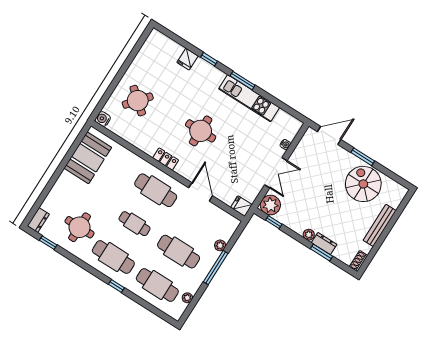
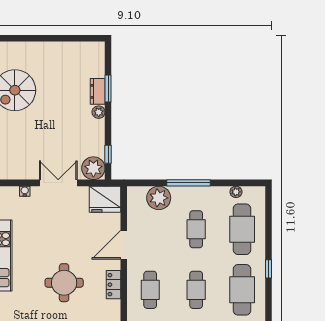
locker: (166, 159) -> (113, 285), moved
cafe table: (156, 190) -> (150, 290), width x0.73, depth x0.74
fridge: (241, 206) -> (105, 199), width x1.88, depth x1.34
bench: (380, 225) -> (45, 48), removed
plant: (220, 245) -> (159, 198), width x1.87, depth x1.87
cafe table: (179, 252) -> (196, 229), width x0.73, depth x0.74
shoe rack: (358, 261) -> (93, 47), removed

